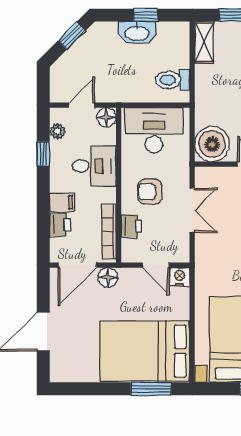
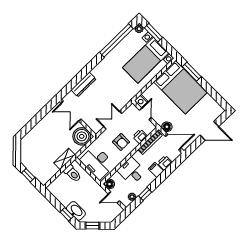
window: (146, 15) -> (67, 214), moved
washbasin: (137, 33) -> (76, 211), moved
shelving: (204, 42) -> (64, 159), moved

